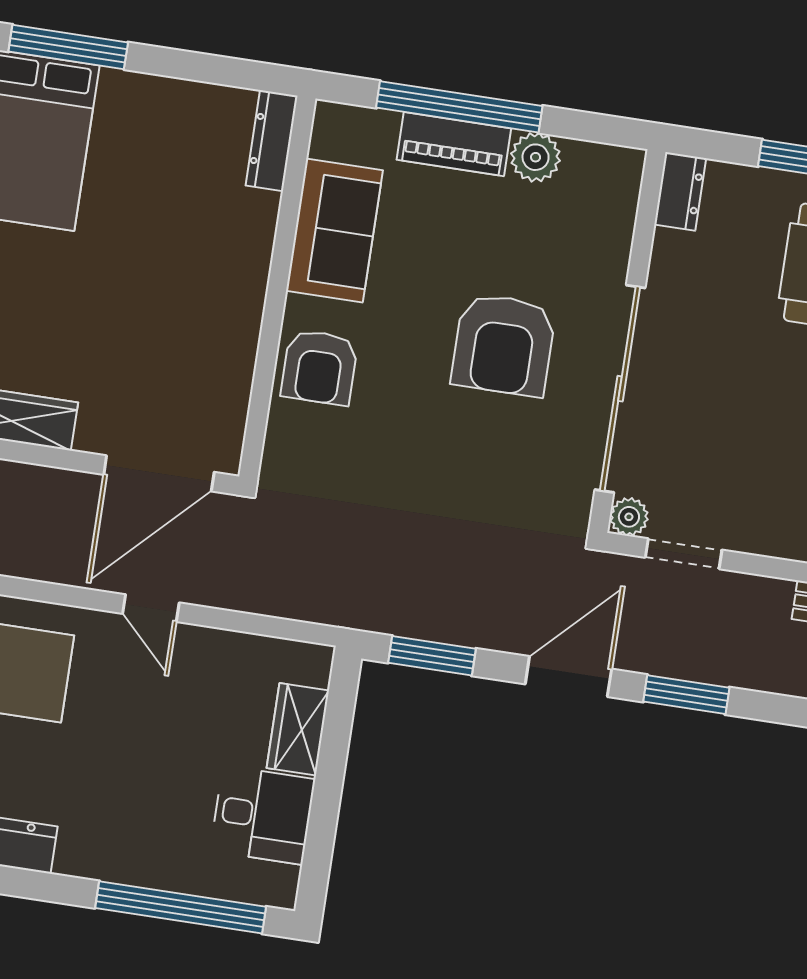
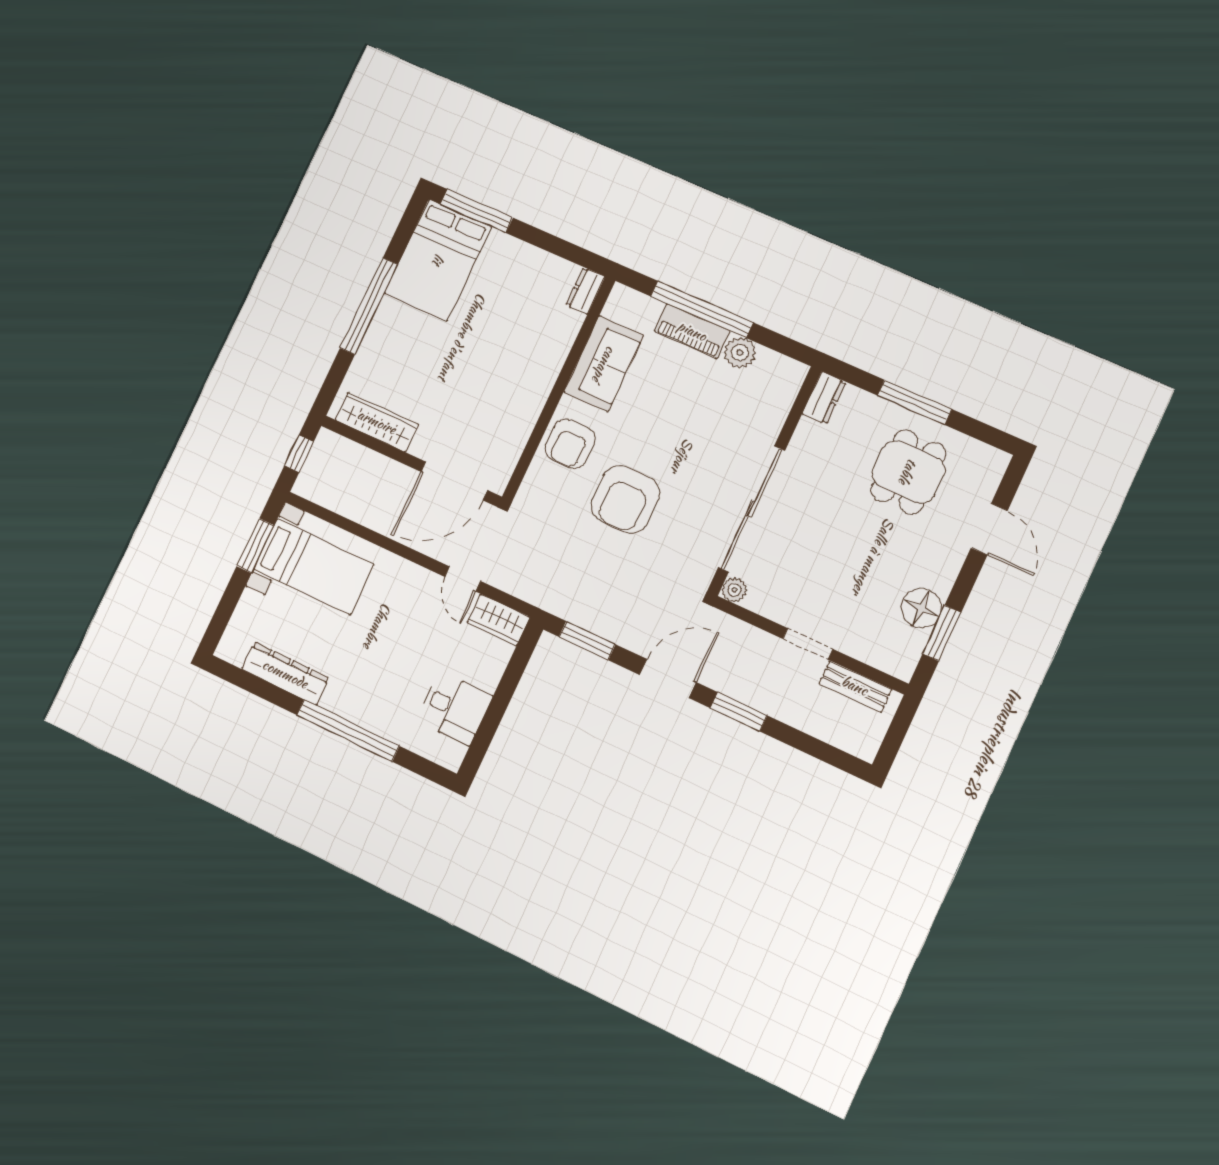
dresser: (272, 141) -> (585, 291), width x0.70
armchair: (503, 345) -> (626, 499), moved
doorway: (684, 554) -> (808, 644), moved
door: (151, 608) -> (463, 579), moved
wardrobe: (298, 729) -> (499, 620), moved, turned -90
window: (181, 907) -> (348, 730), moved

